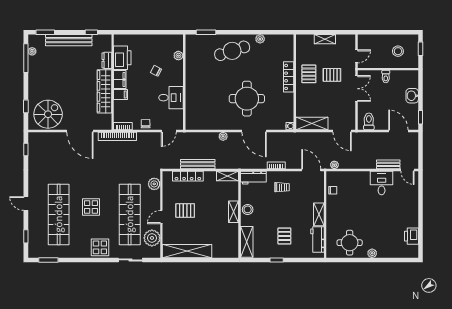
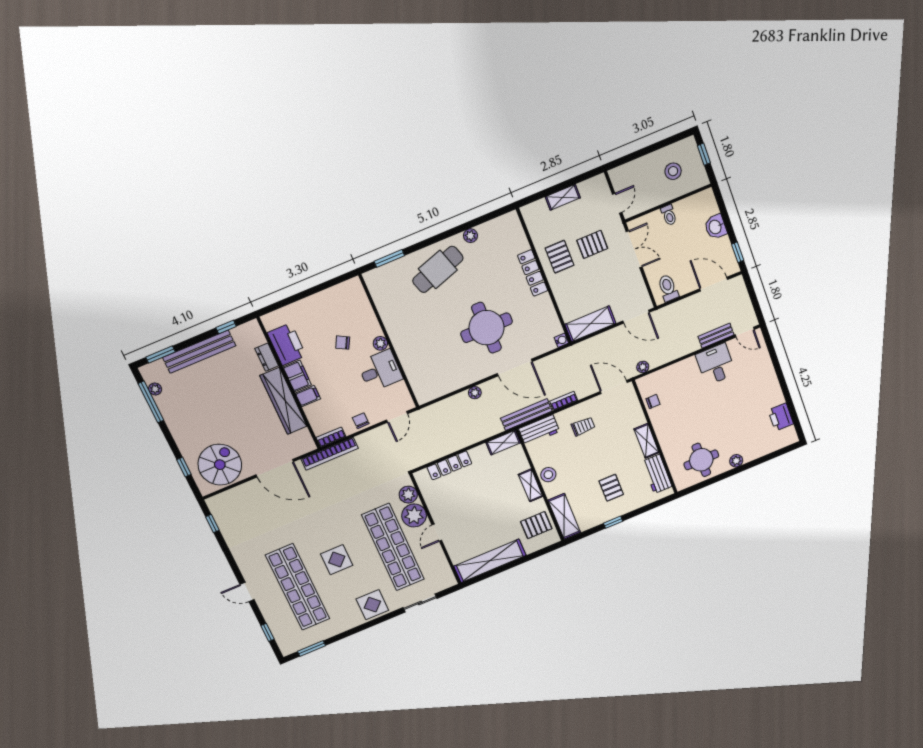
plant: (178, 56) -> (380, 343), moved
bench: (198, 164) -> (526, 415), moved
pallet: (185, 211) -> (536, 525), moved
plant: (152, 238) -> (414, 515), moved

